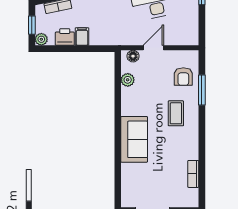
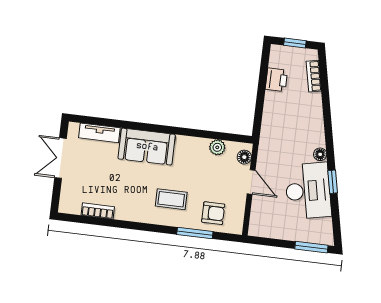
filing cabinet: (82, 37) -> (274, 100), removed
plant: (41, 39) -> (277, 52), removed
armchair: (183, 77) -> (213, 213), turned 180
tv unit: (127, 180) -> (99, 133), added

